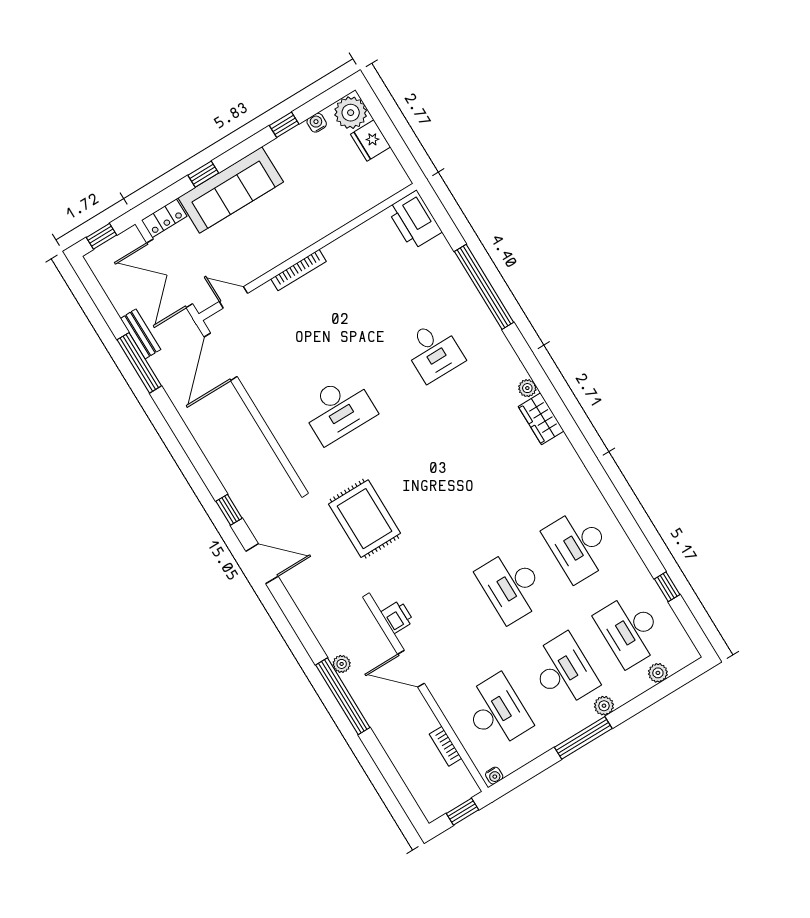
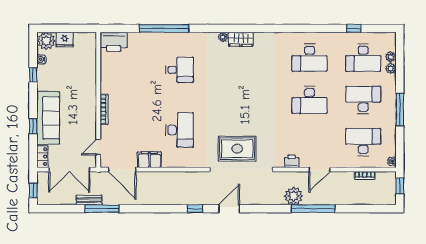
filing cabinet: (262, 390) -> (149, 160), added
plant: (342, 664) -> (294, 196), width x1.87, depth x1.87
plant: (604, 706) -> (391, 68), moved

